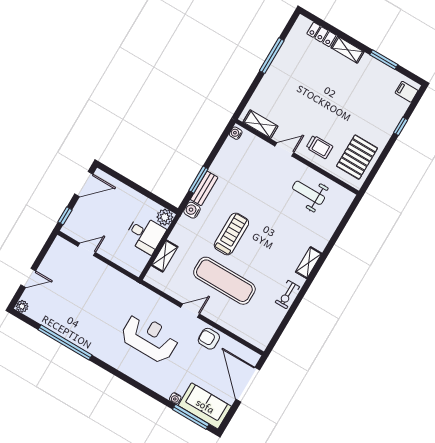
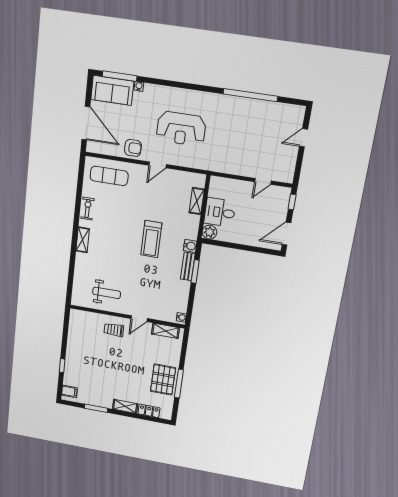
pallet: (357, 157) -> (163, 379), moved
exercise mat: (224, 281) -> (109, 176), moved, width x0.73, depth x0.69
plant: (22, 306) -> (300, 111), removed

